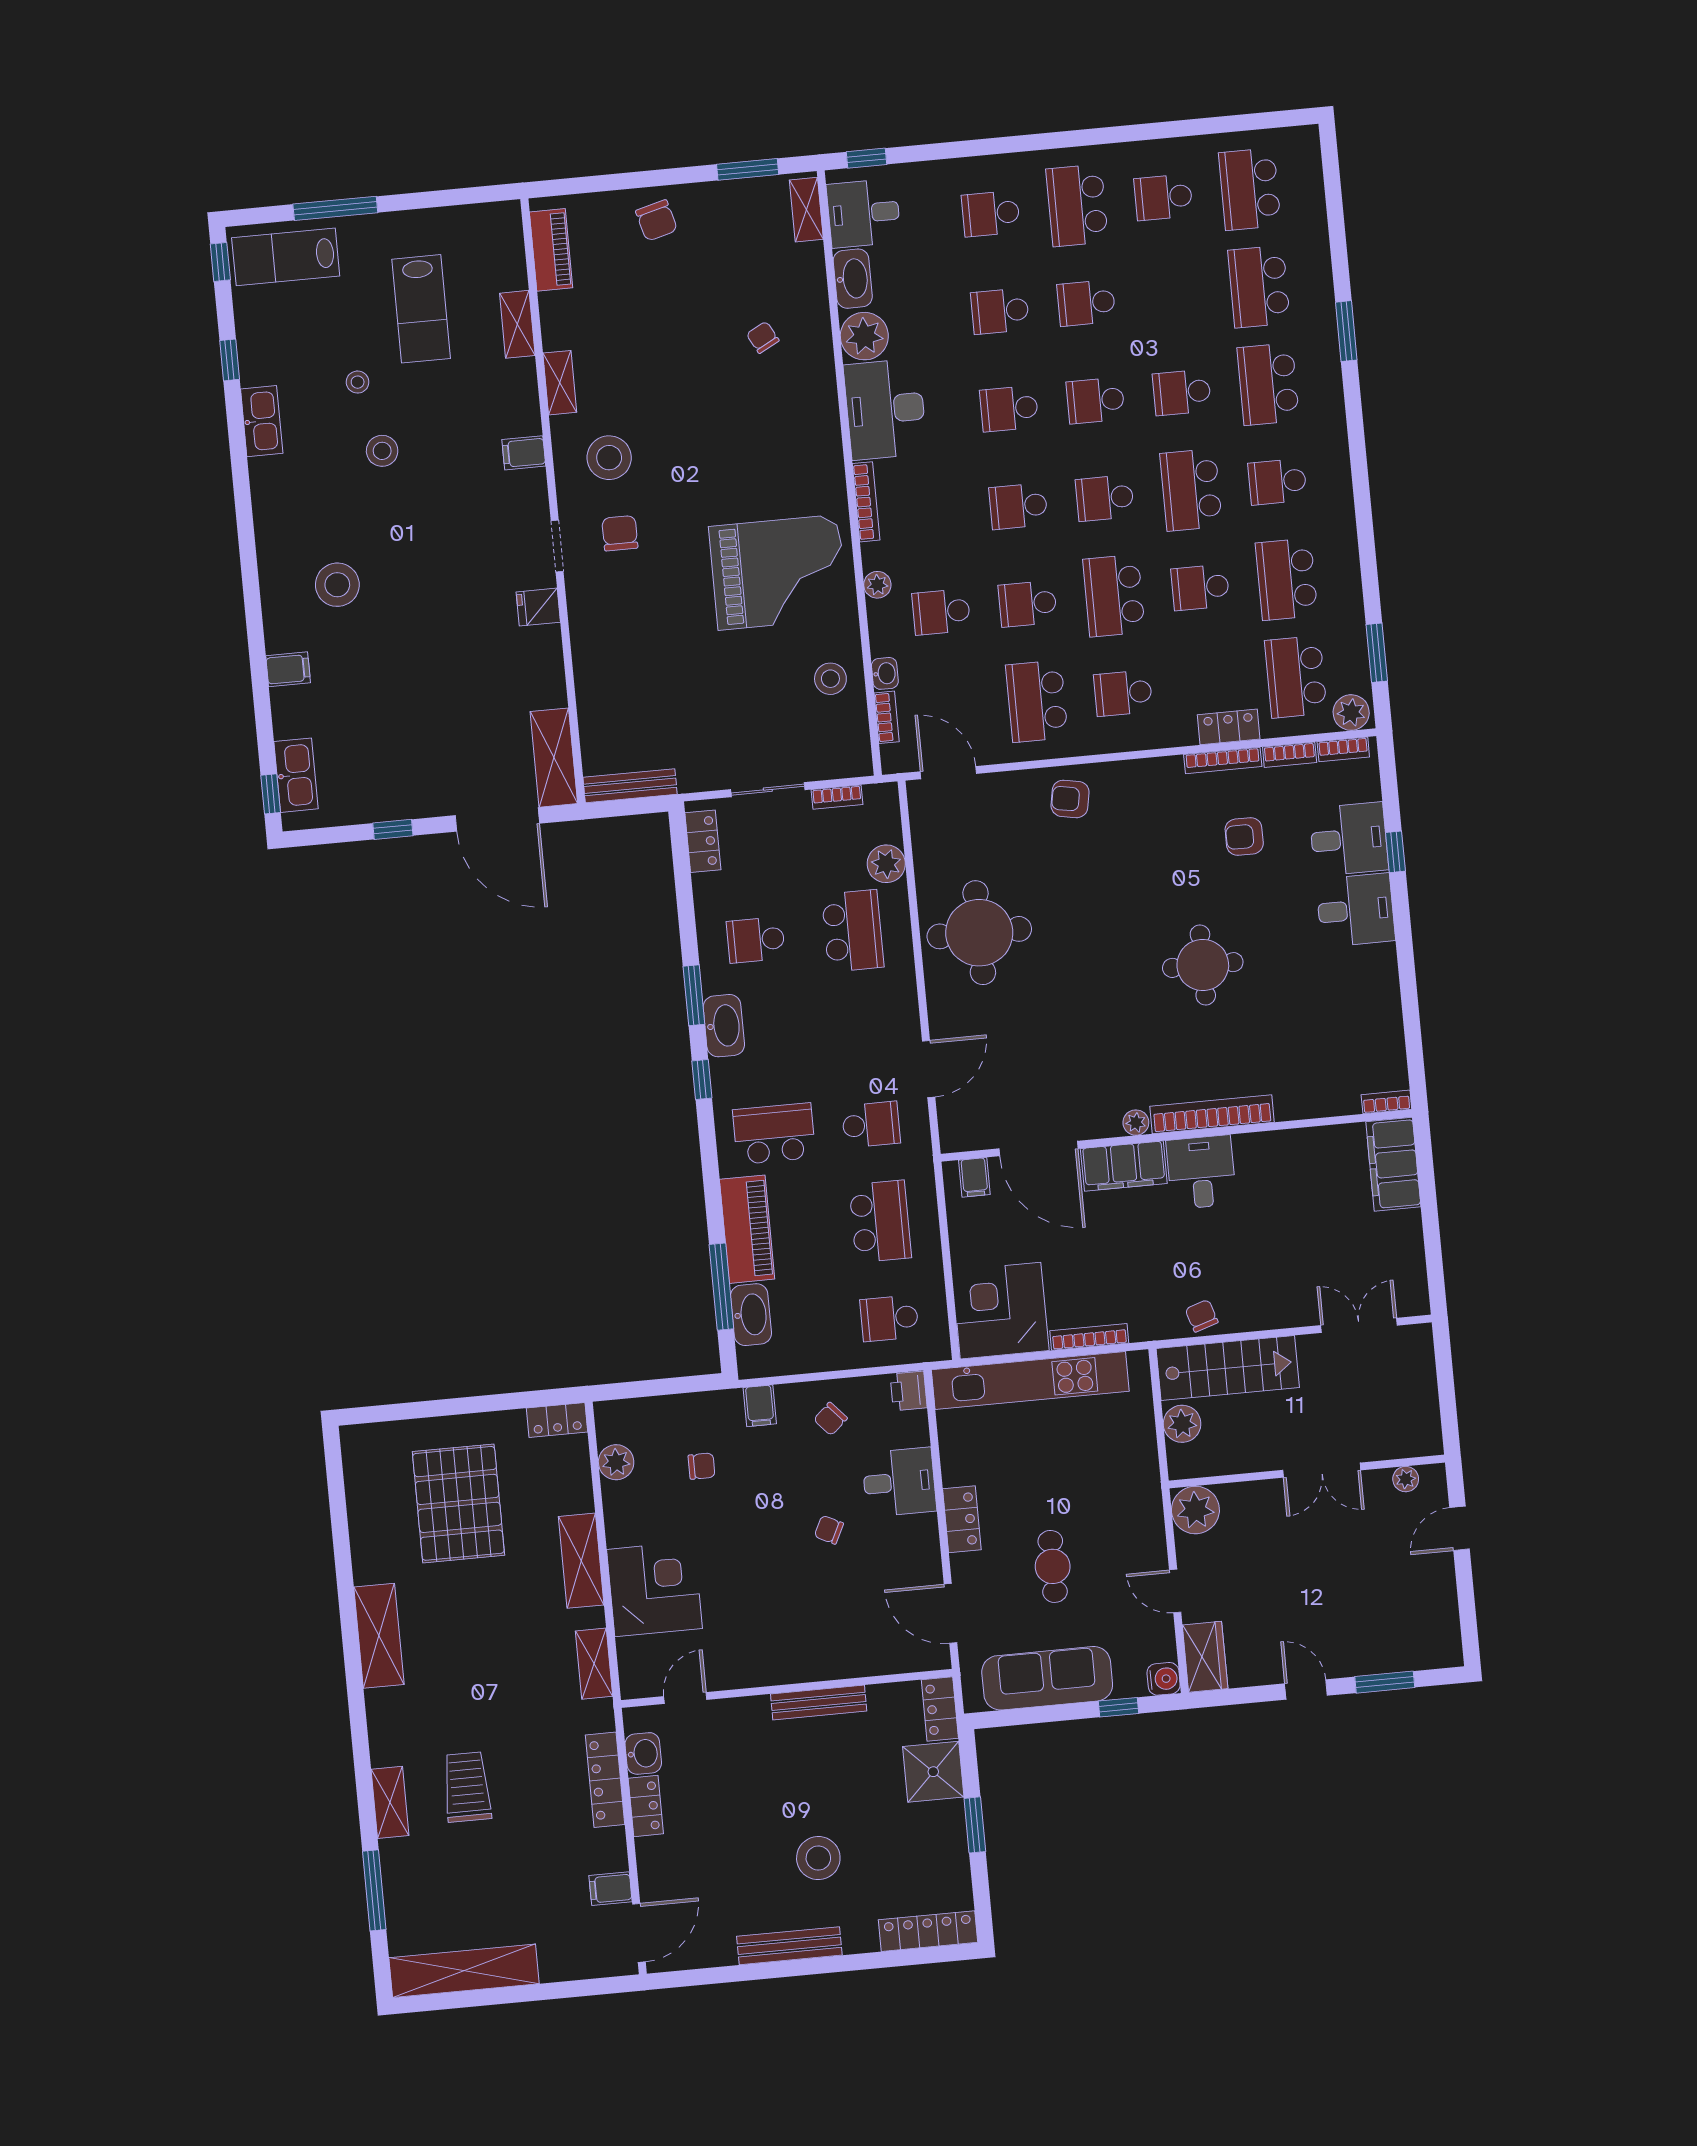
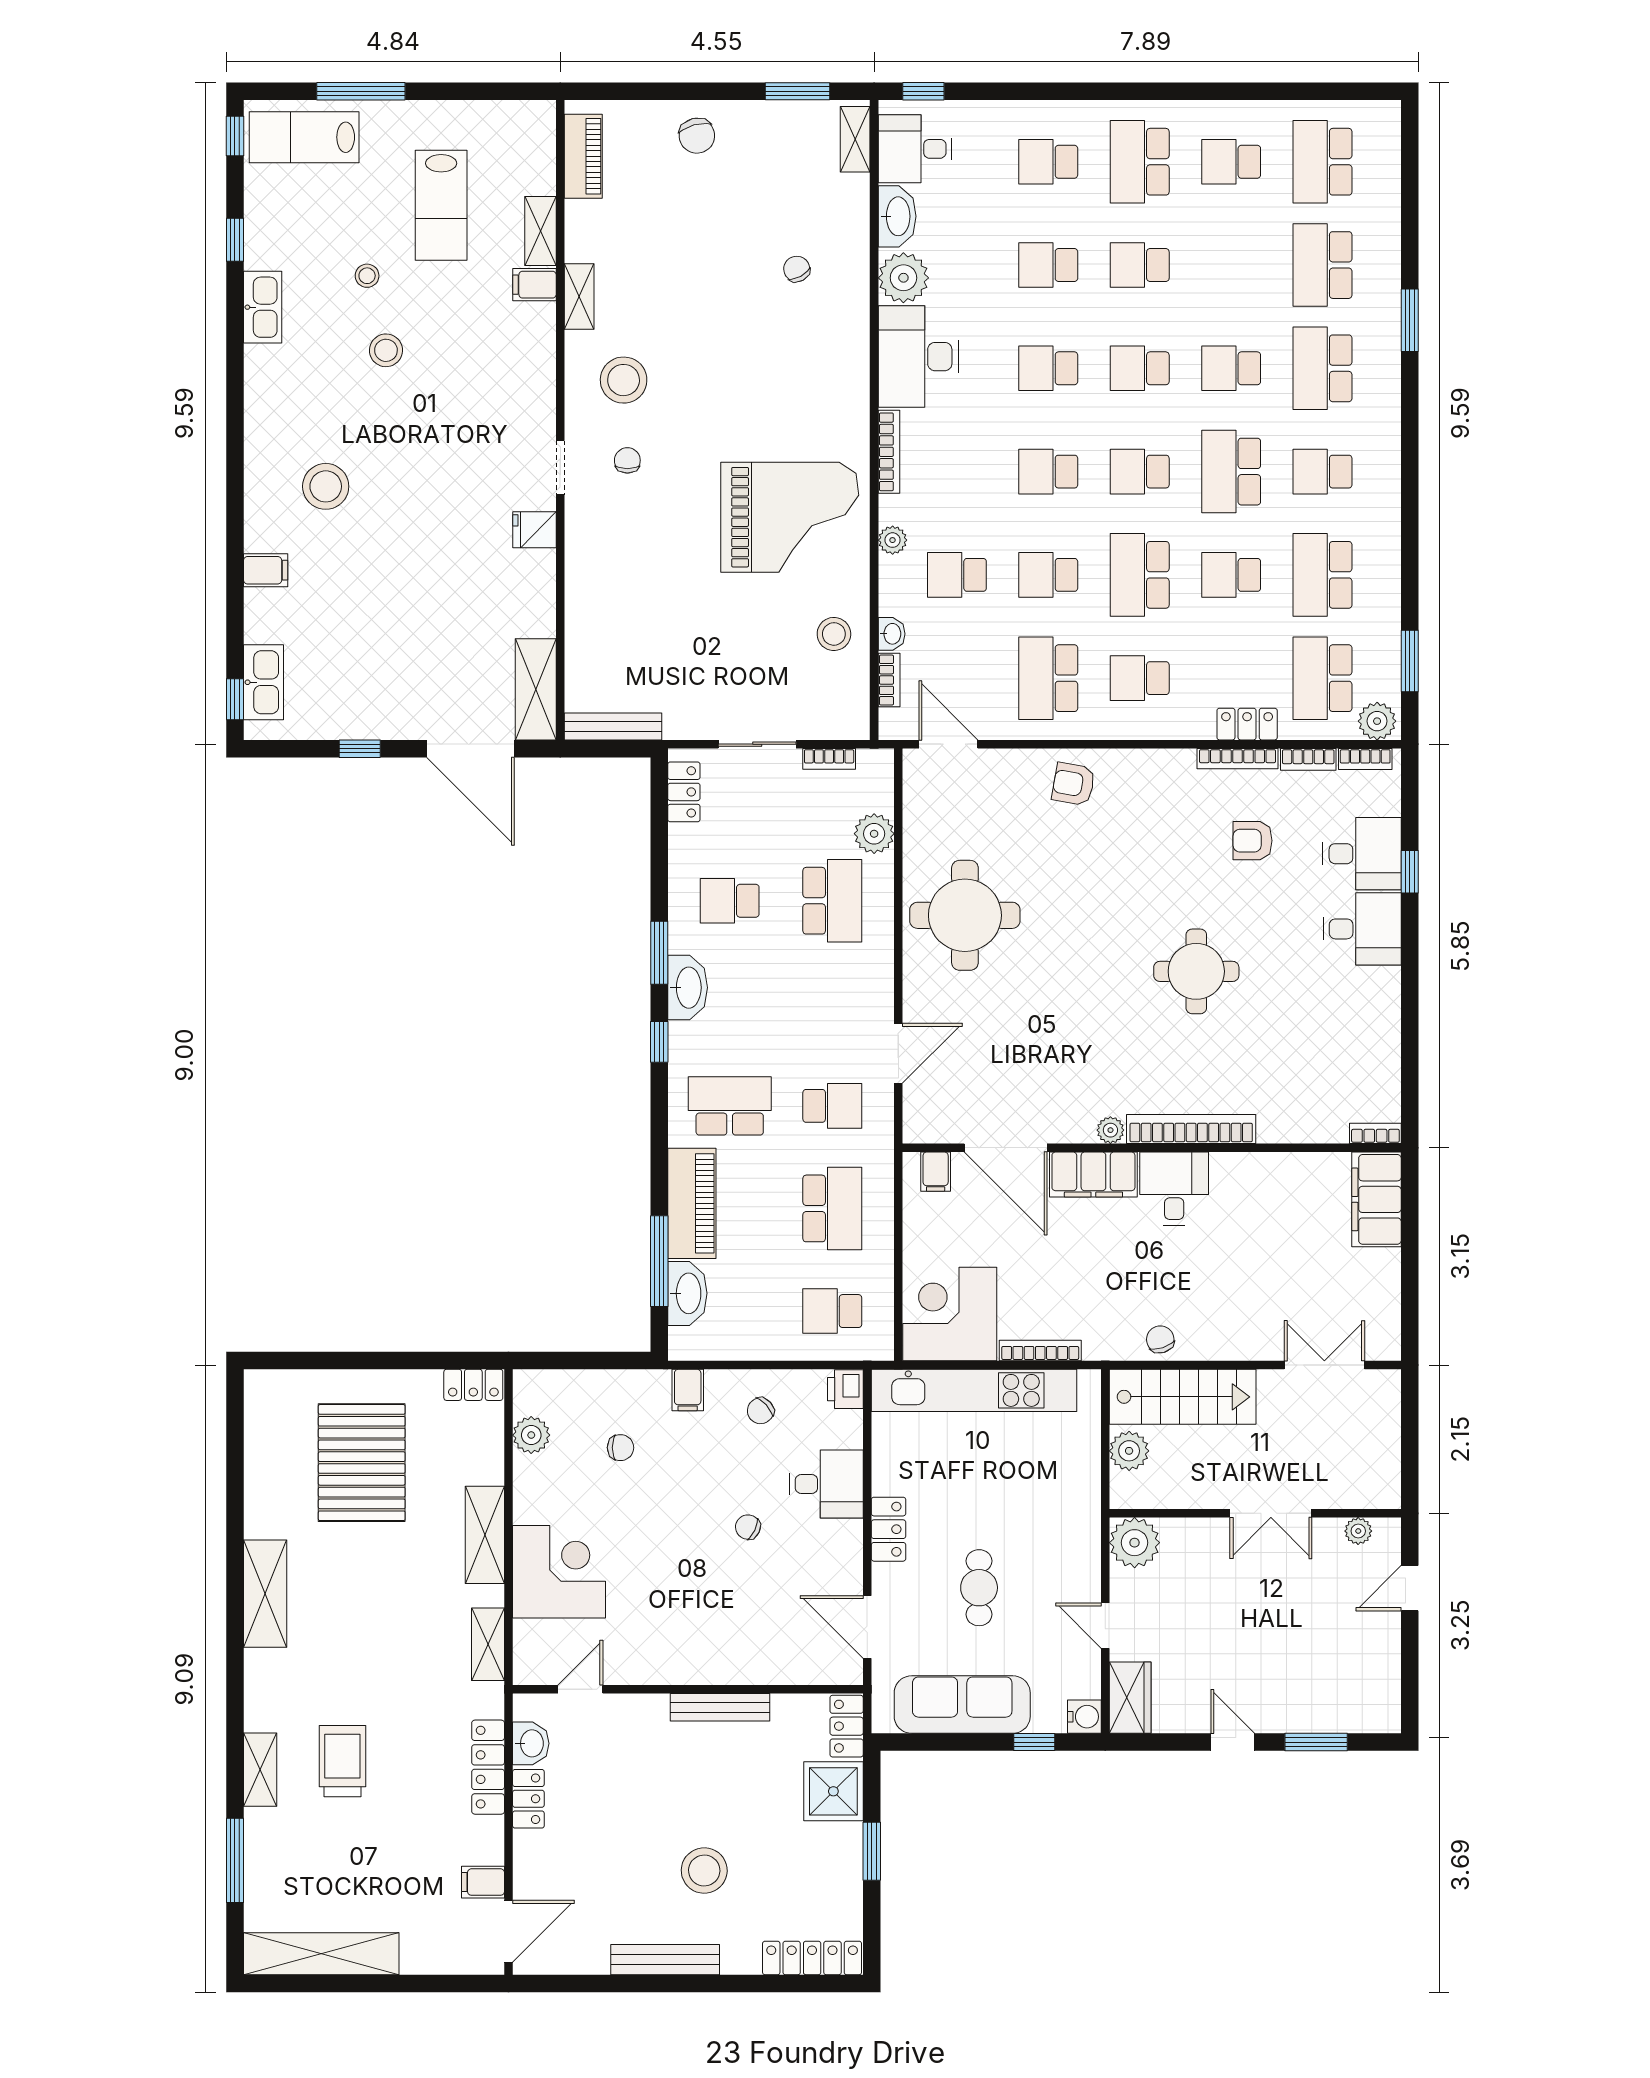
filing cabinet: (524, 453) -> (535, 285), moved
chair: (620, 533) -> (627, 460), width x0.73, depth x0.73

